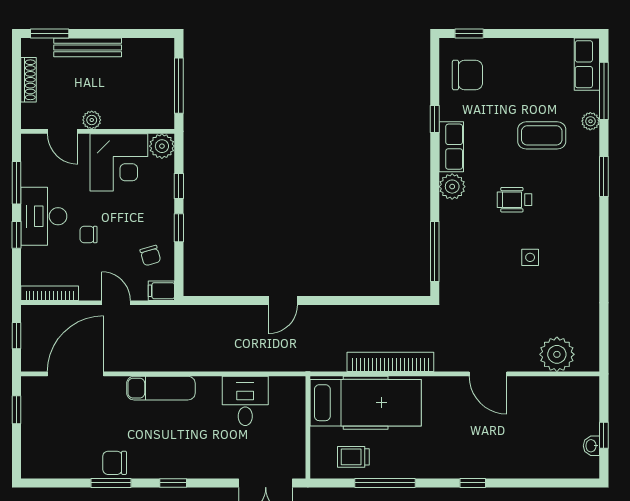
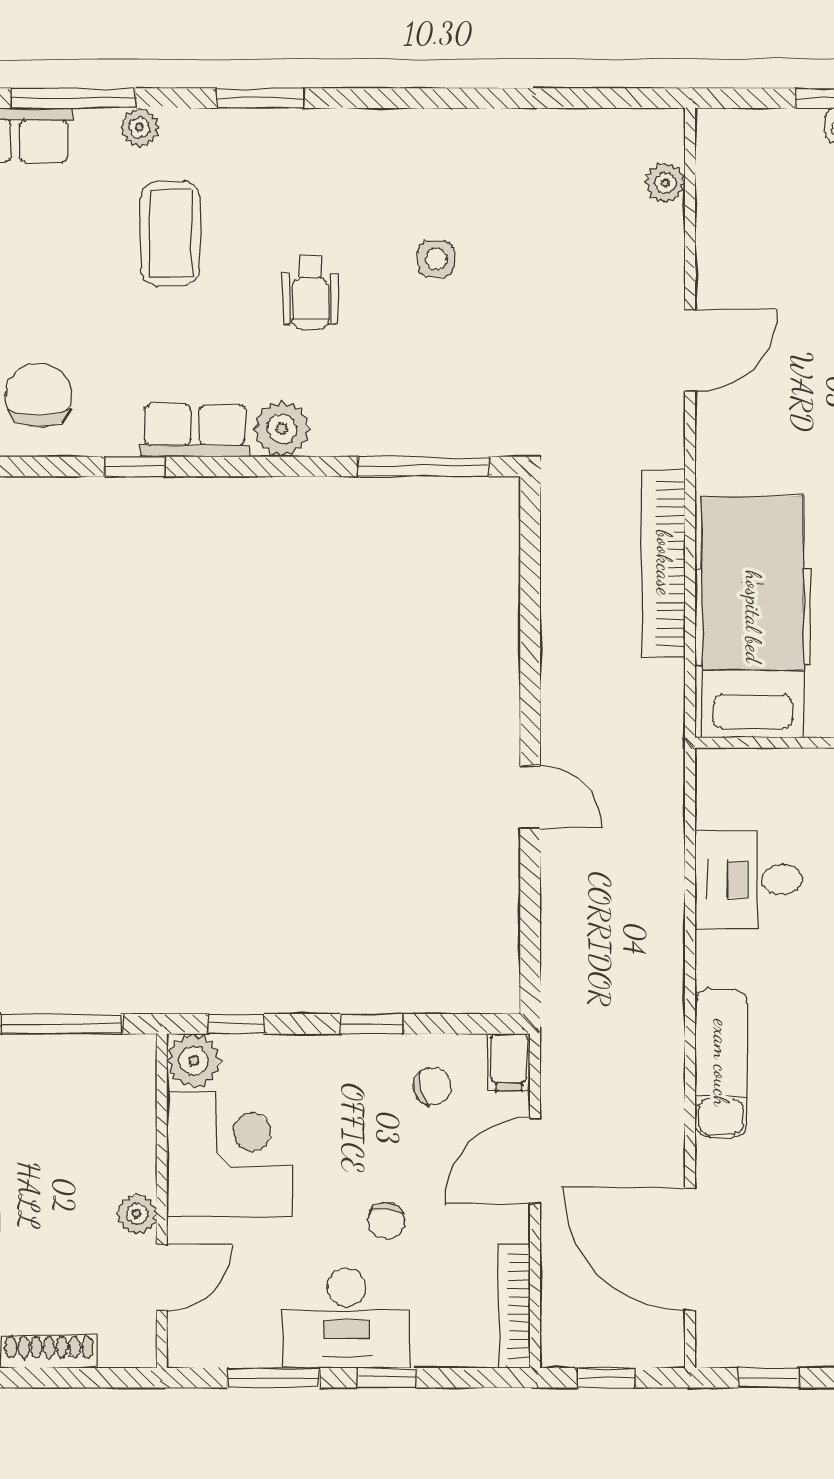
window: (179, 186) -> (236, 1024), moved
door: (116, 303) -> (535, 1161), width x1.38
plant: (557, 354) -> (665, 183), width x0.53, depth x0.53

